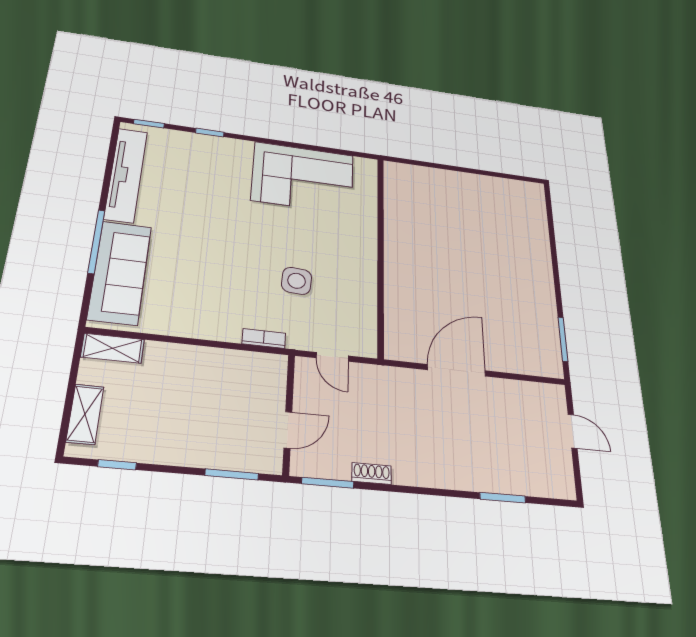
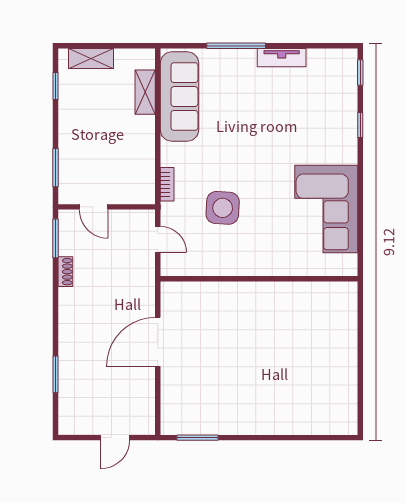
tv unit: (126, 175) -> (282, 58), width x0.52, depth x0.78
sofa: (120, 272) -> (179, 97), moved, turned -90
side table: (297, 281) -> (223, 208), width x1.37, depth x1.37
shelving: (113, 348) -> (145, 92), moved
door: (332, 357) -> (158, 239), swing flipped
door: (457, 370) -> (158, 342), swing flipped

